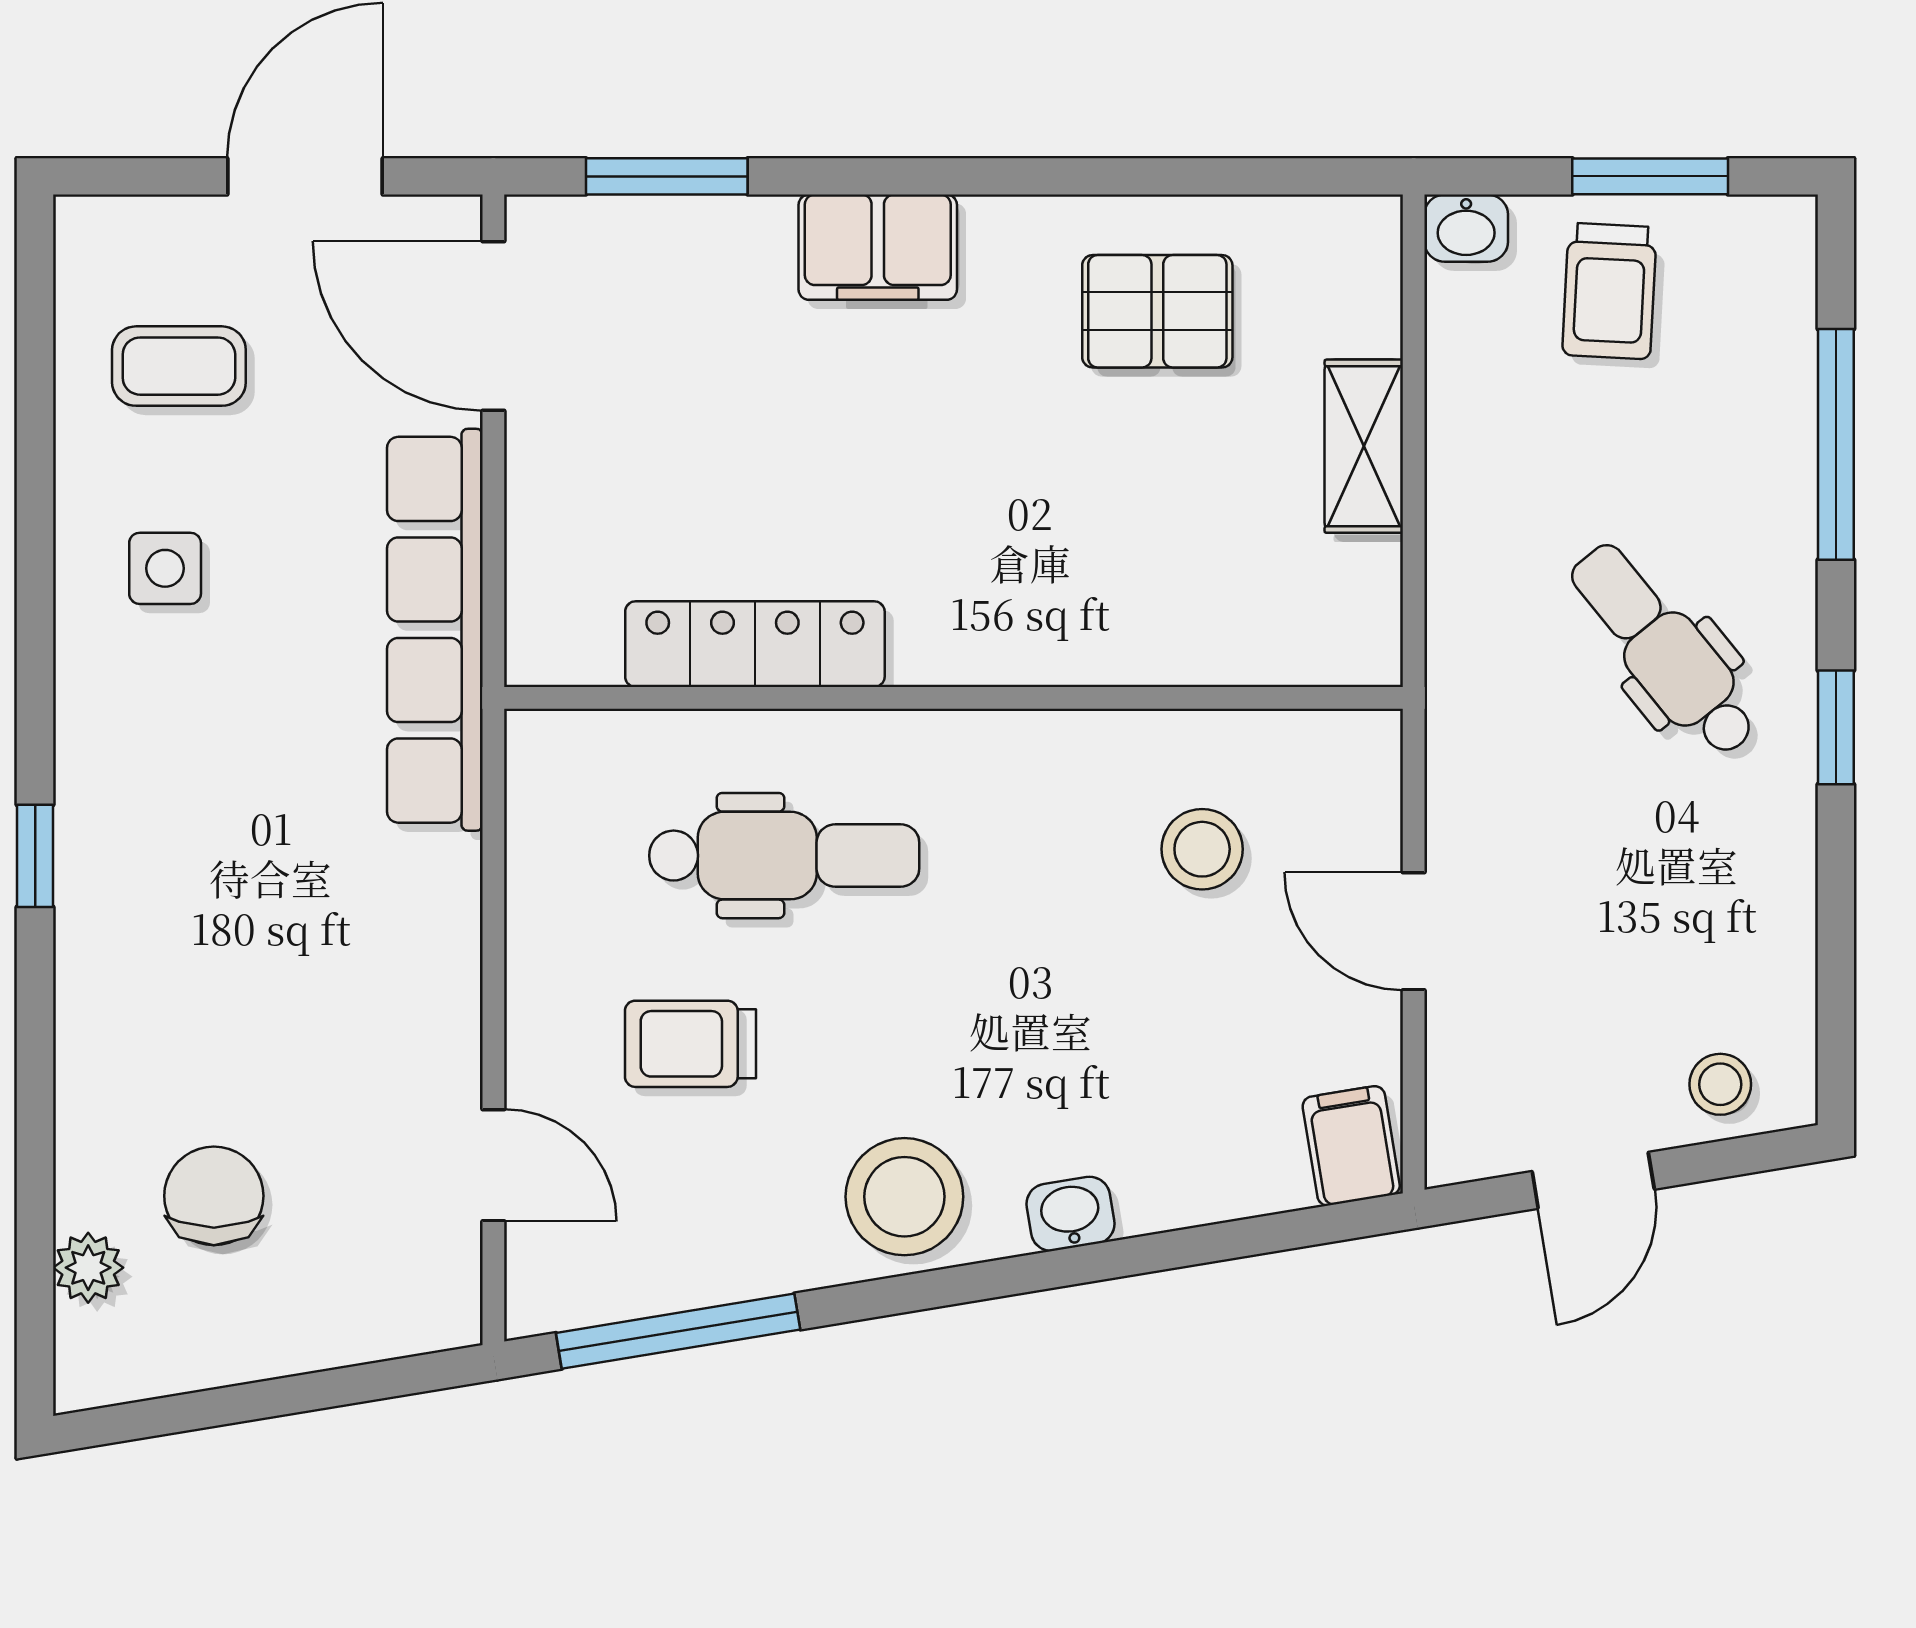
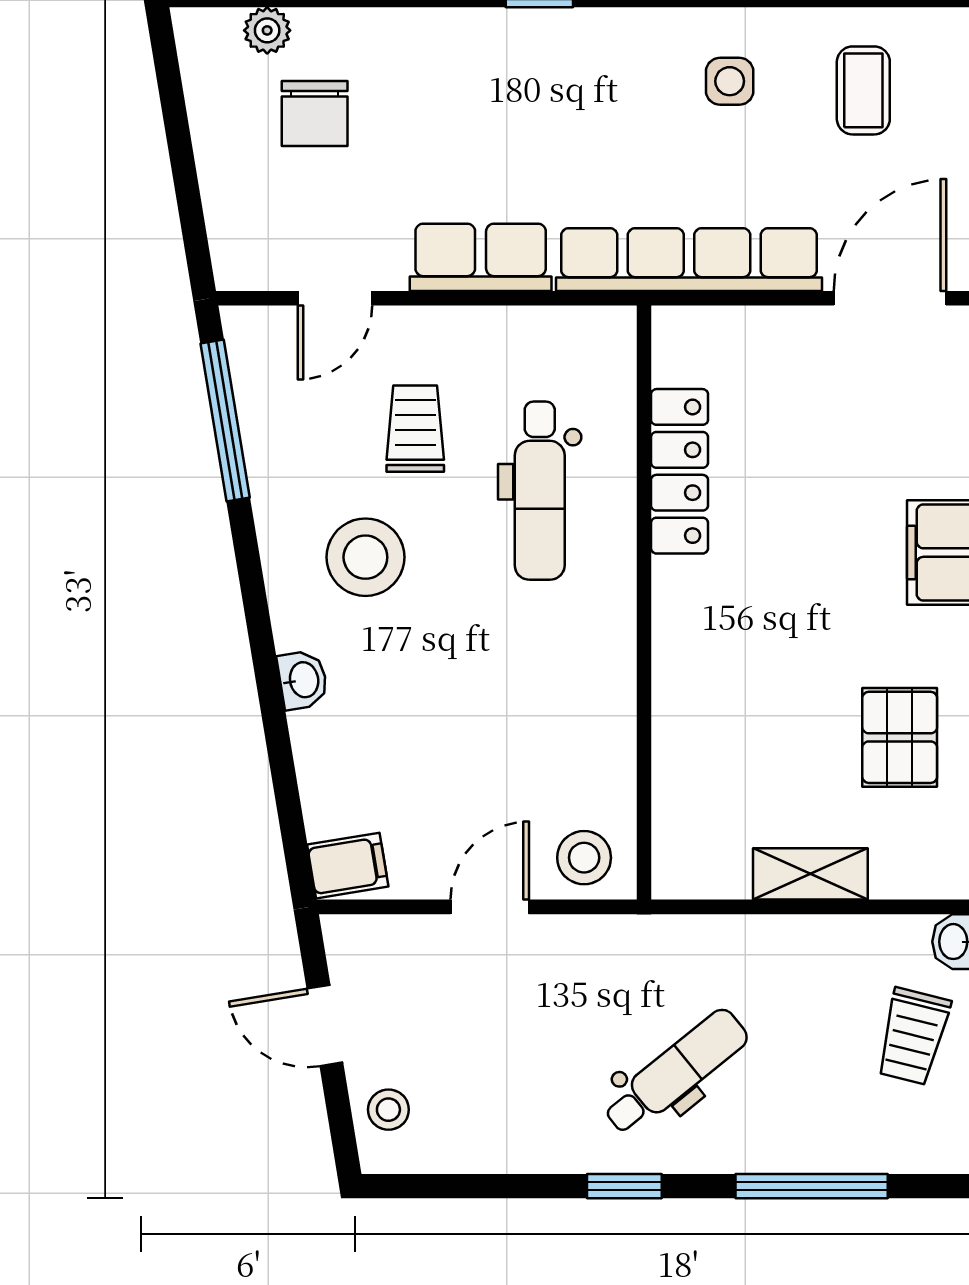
trolley: (1609, 291) -> (913, 1036), turned -79
stool: (1202, 849) -> (584, 858), moved
row of seats: (431, 945) -> (481, 257), added
chair: (214, 1196) -> (315, 113), turned 90
stool: (904, 1197) -> (365, 557), moved

